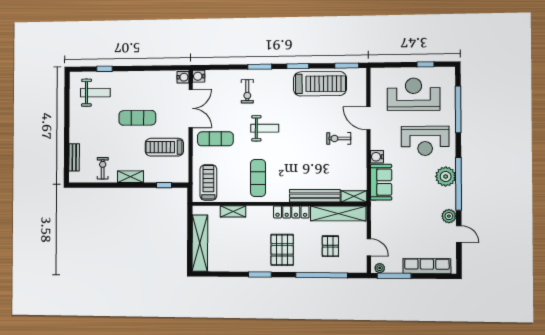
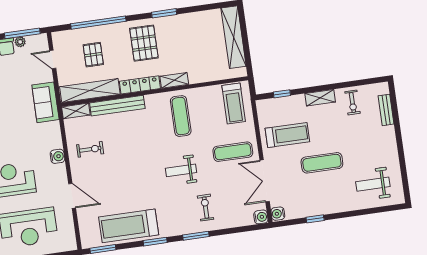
window: (104, 69) -> (315, 219), moved
exercise bike: (339, 138) -> (90, 149), moved
sofa: (381, 182) -> (45, 102), moved
shelving: (233, 211) -> (174, 80), moved
plant: (380, 268) -> (20, 42), moved

